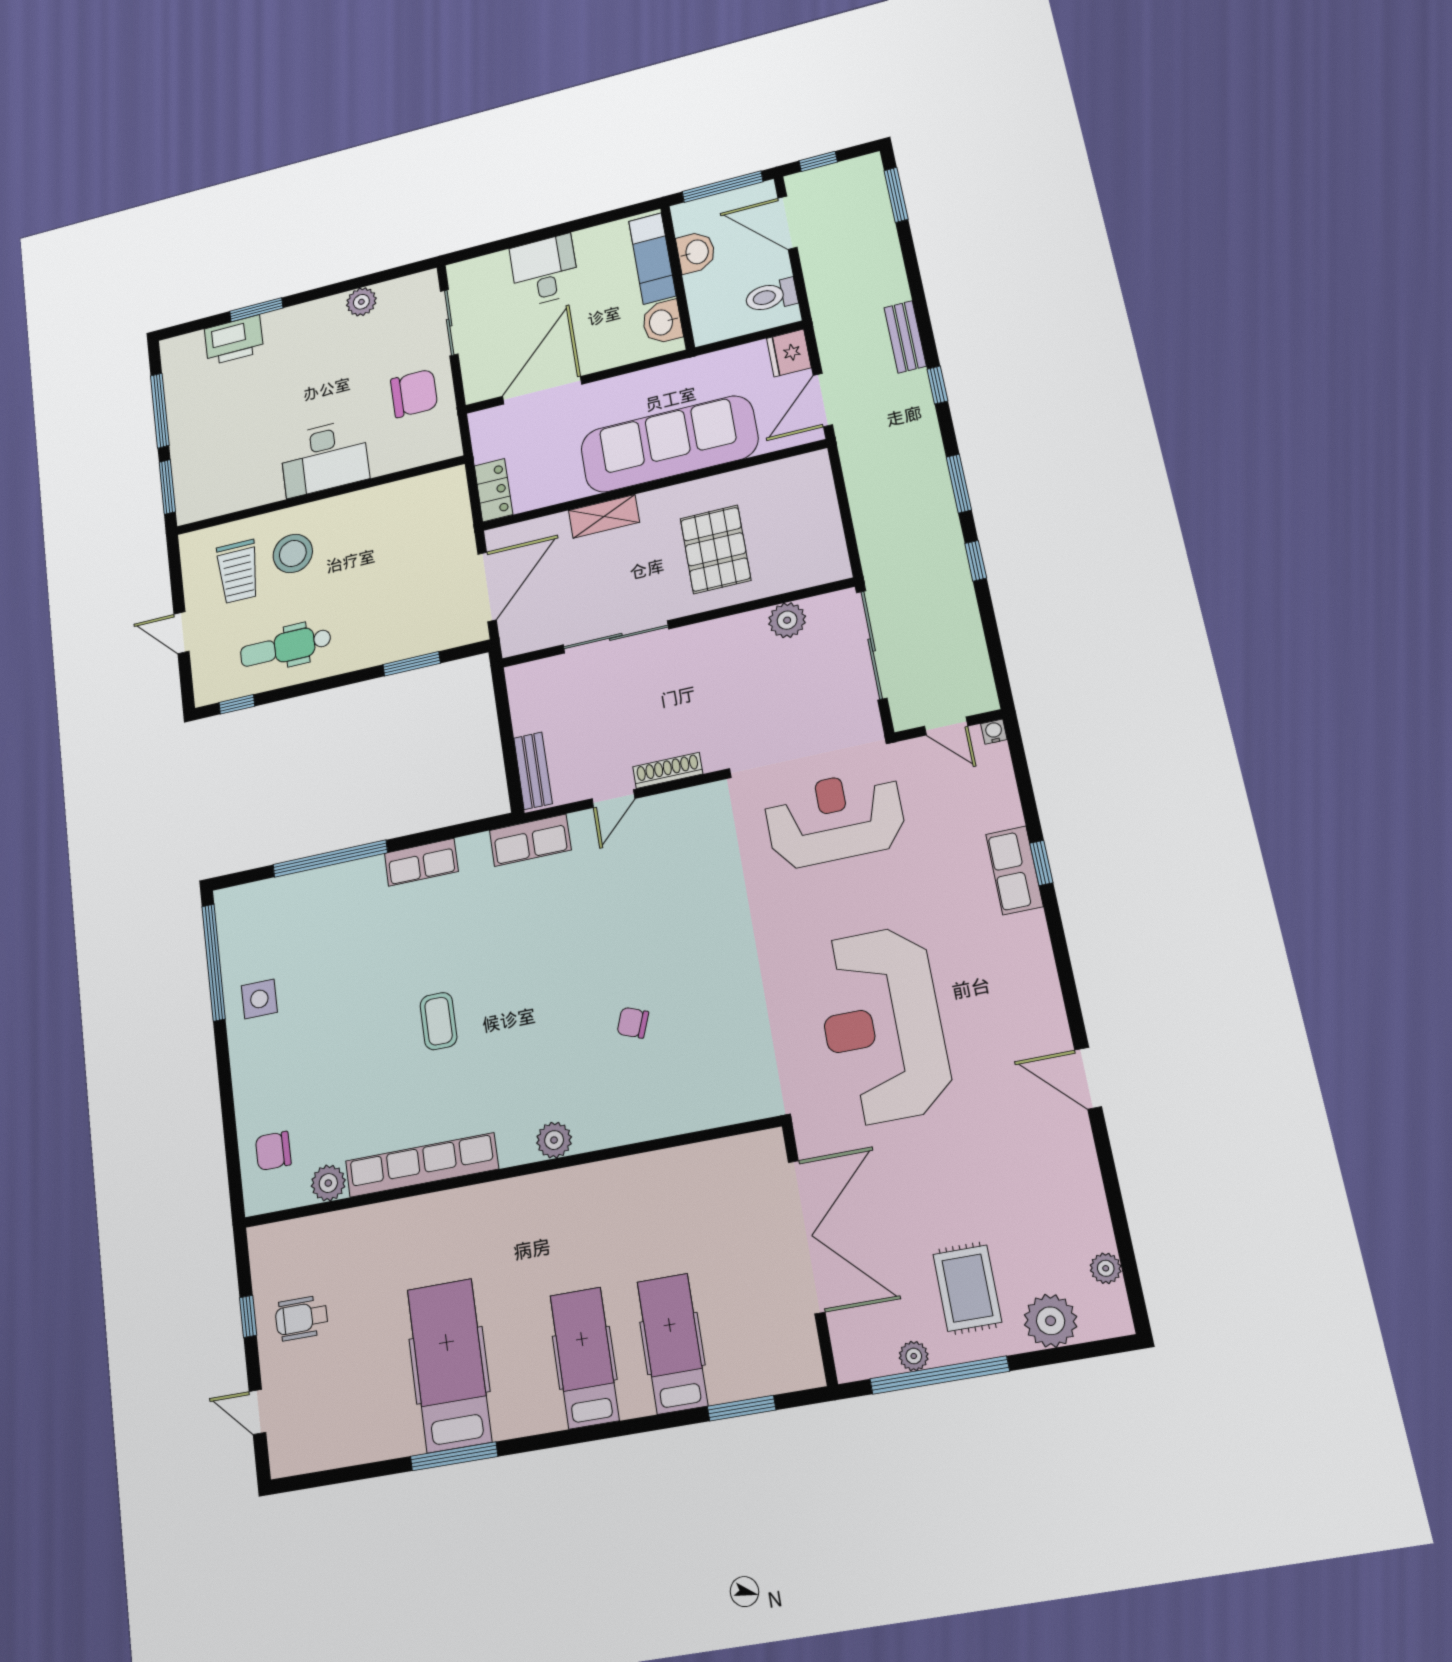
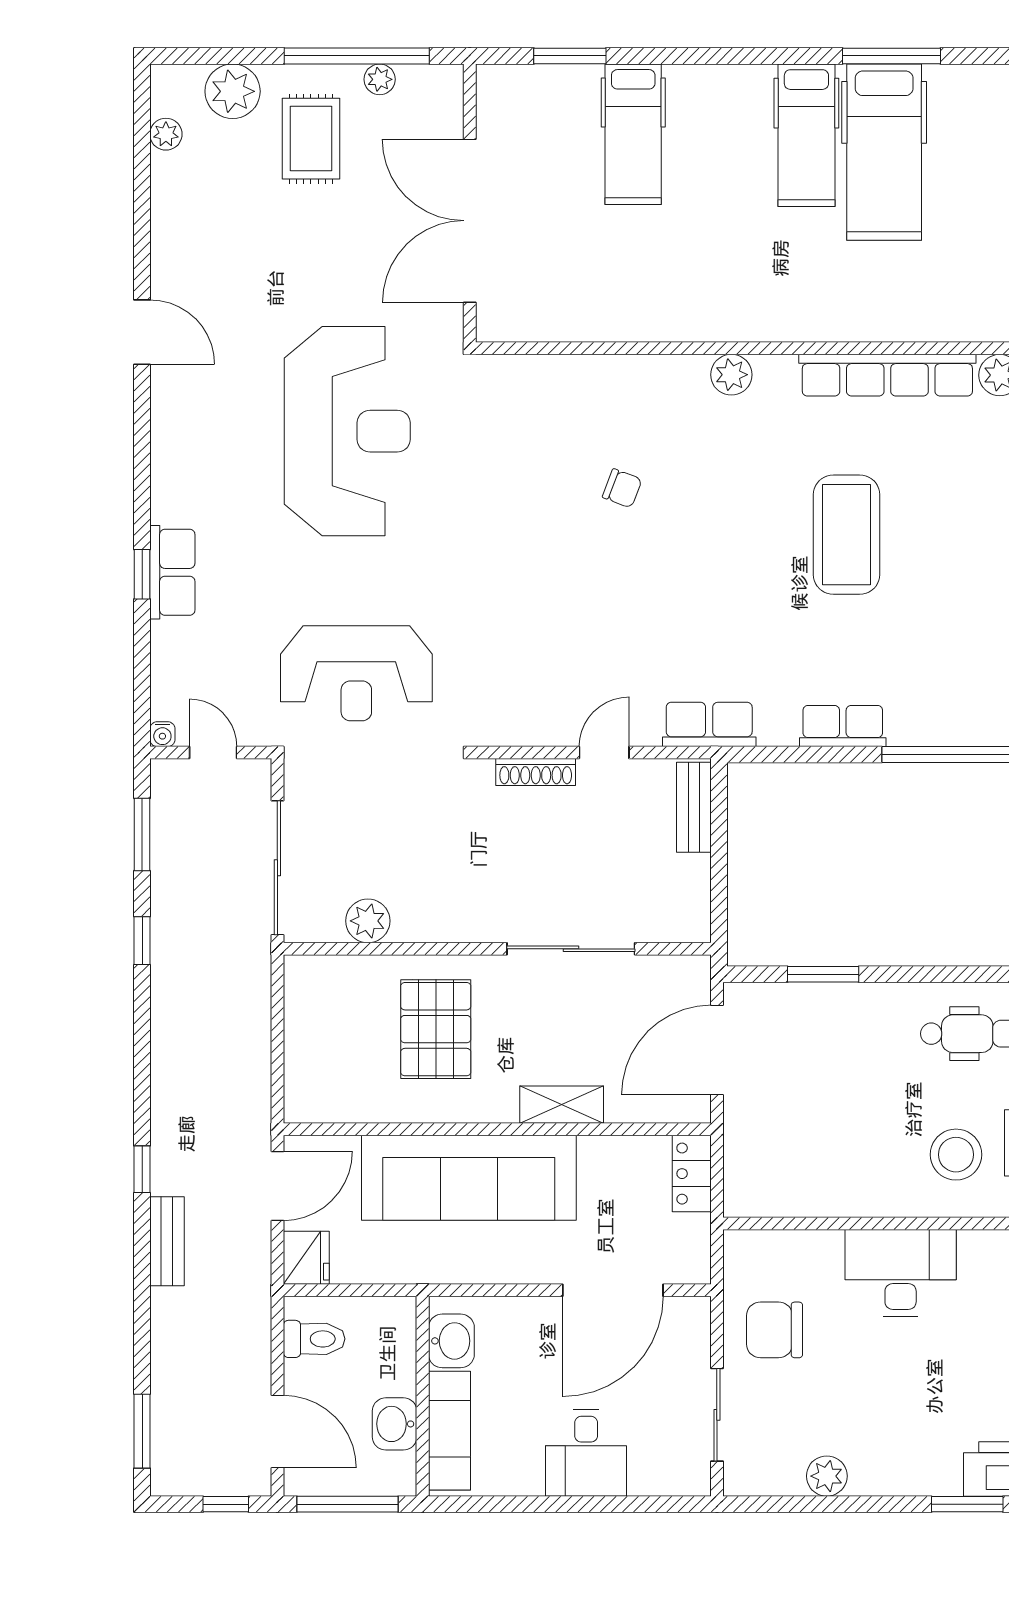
window: (959, 484) -> (142, 835), moved
coffee table: (439, 1021) -> (847, 535), width x1.86, depth x1.72
hospital bed: (585, 1358) -> (806, 135), moved

